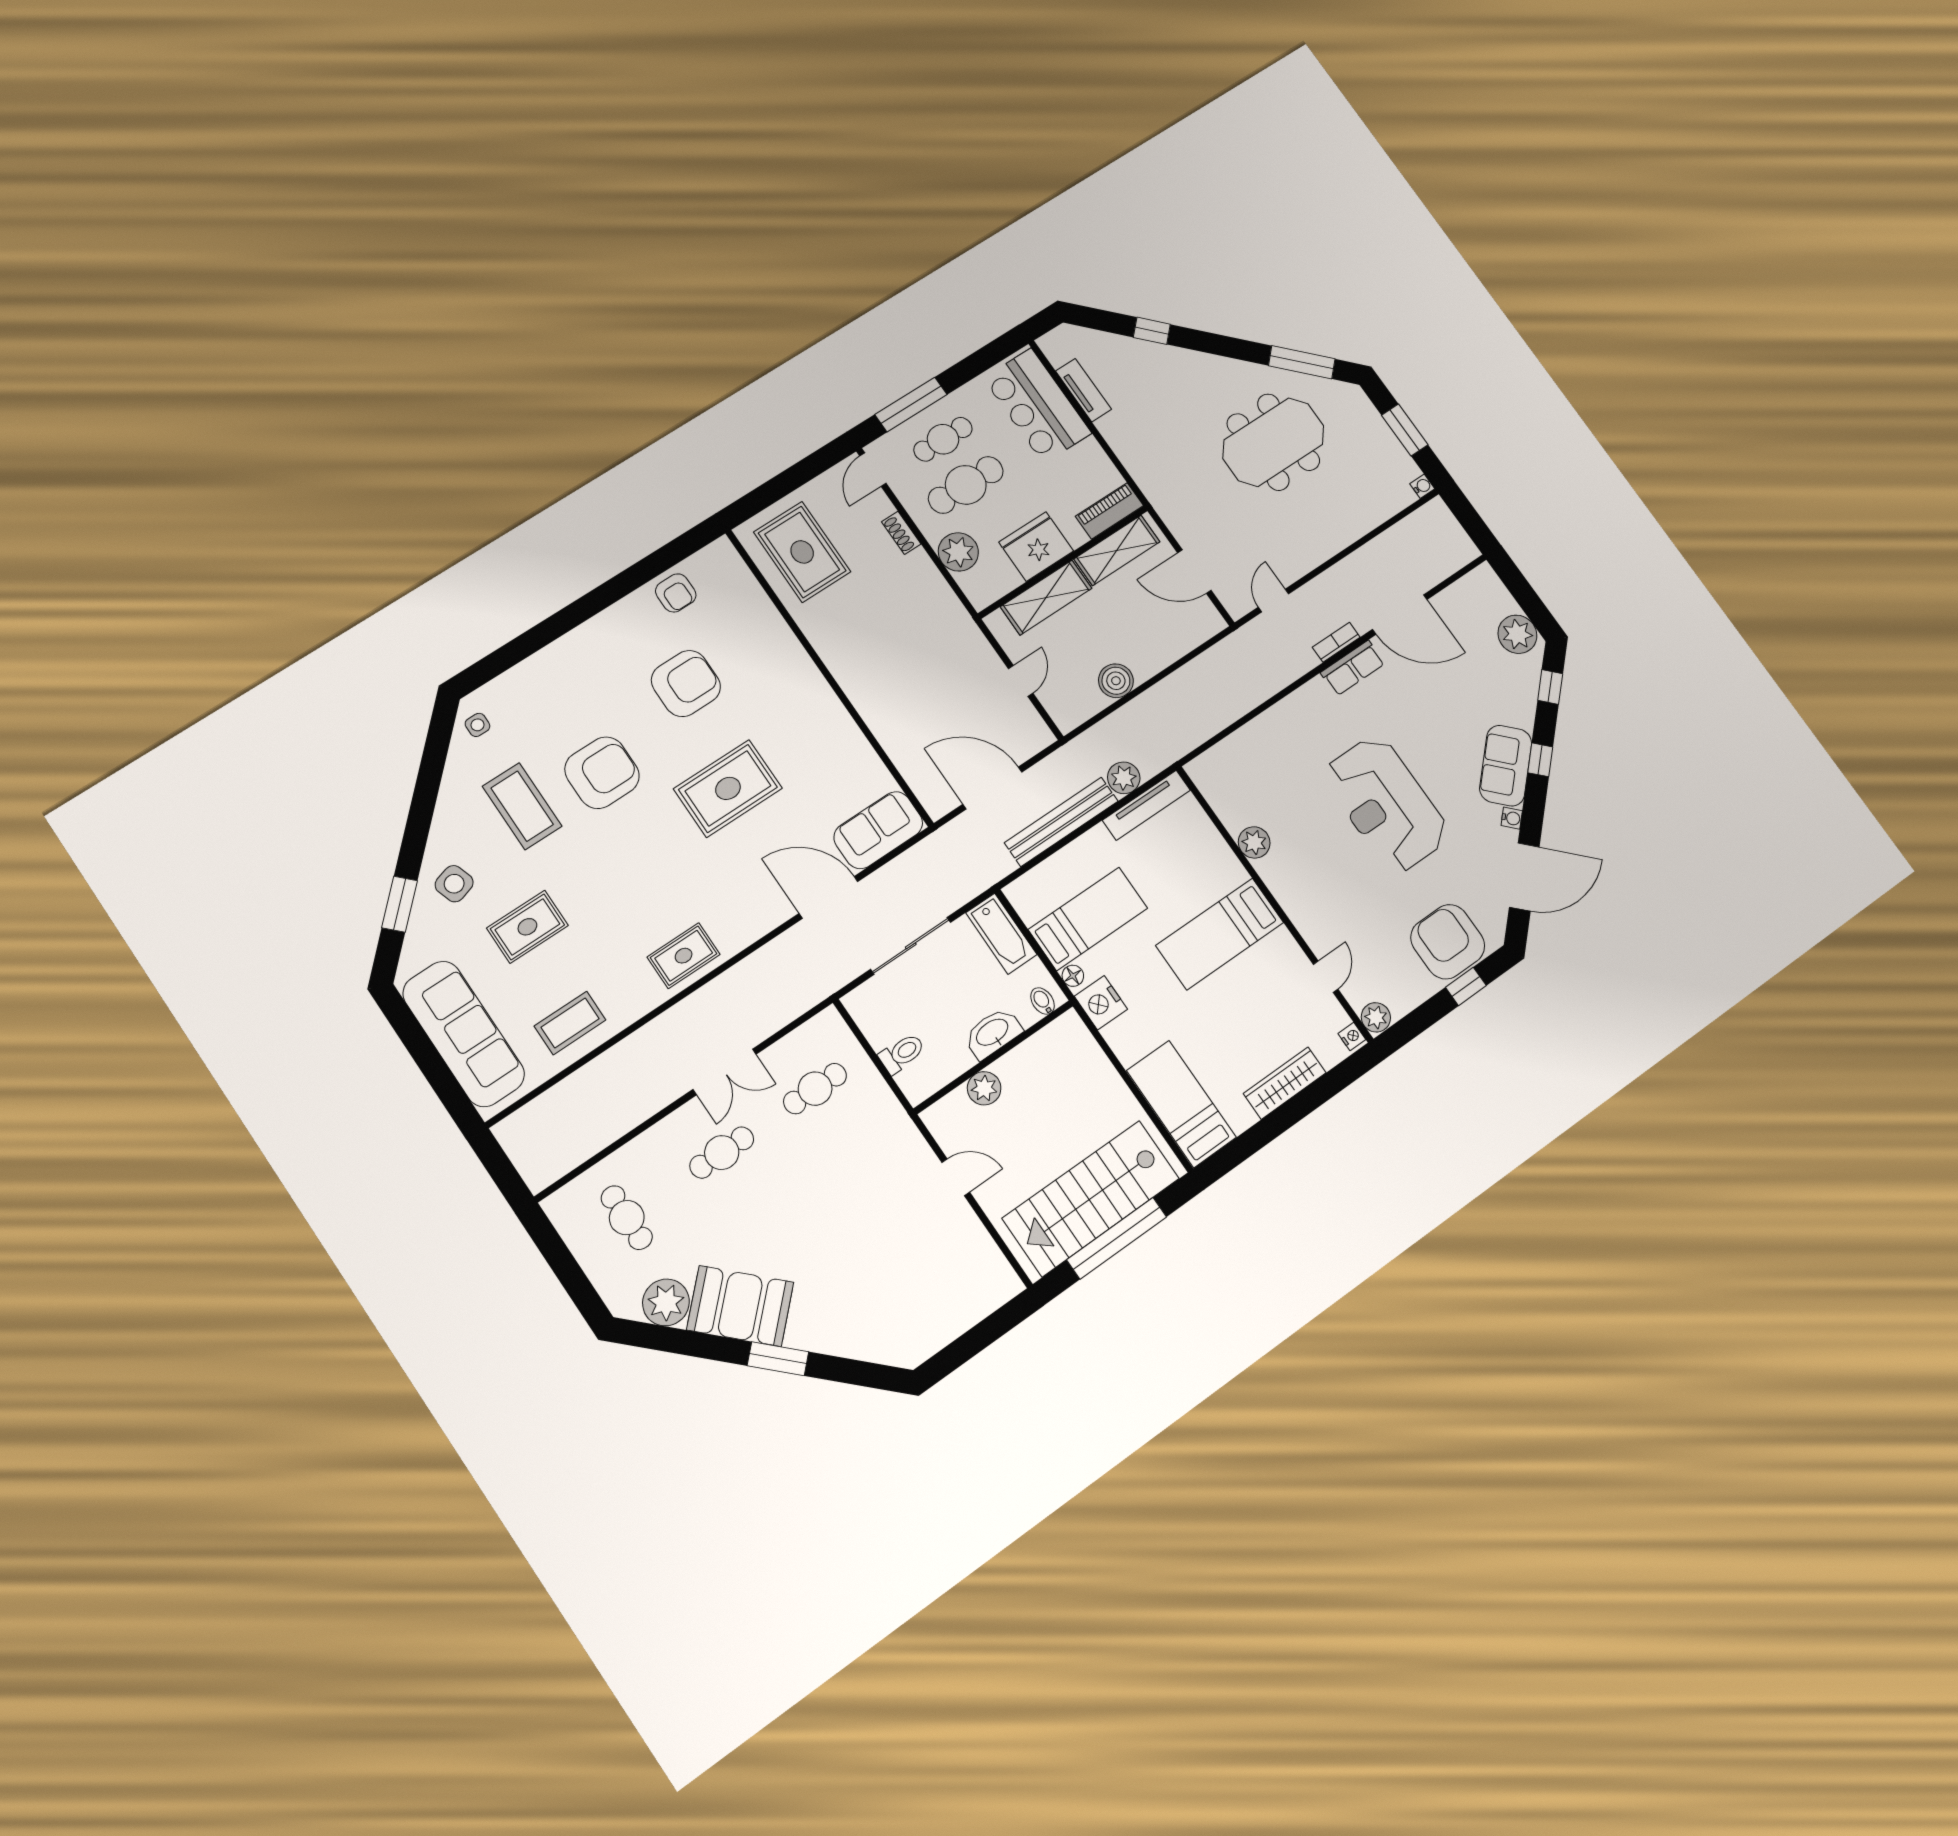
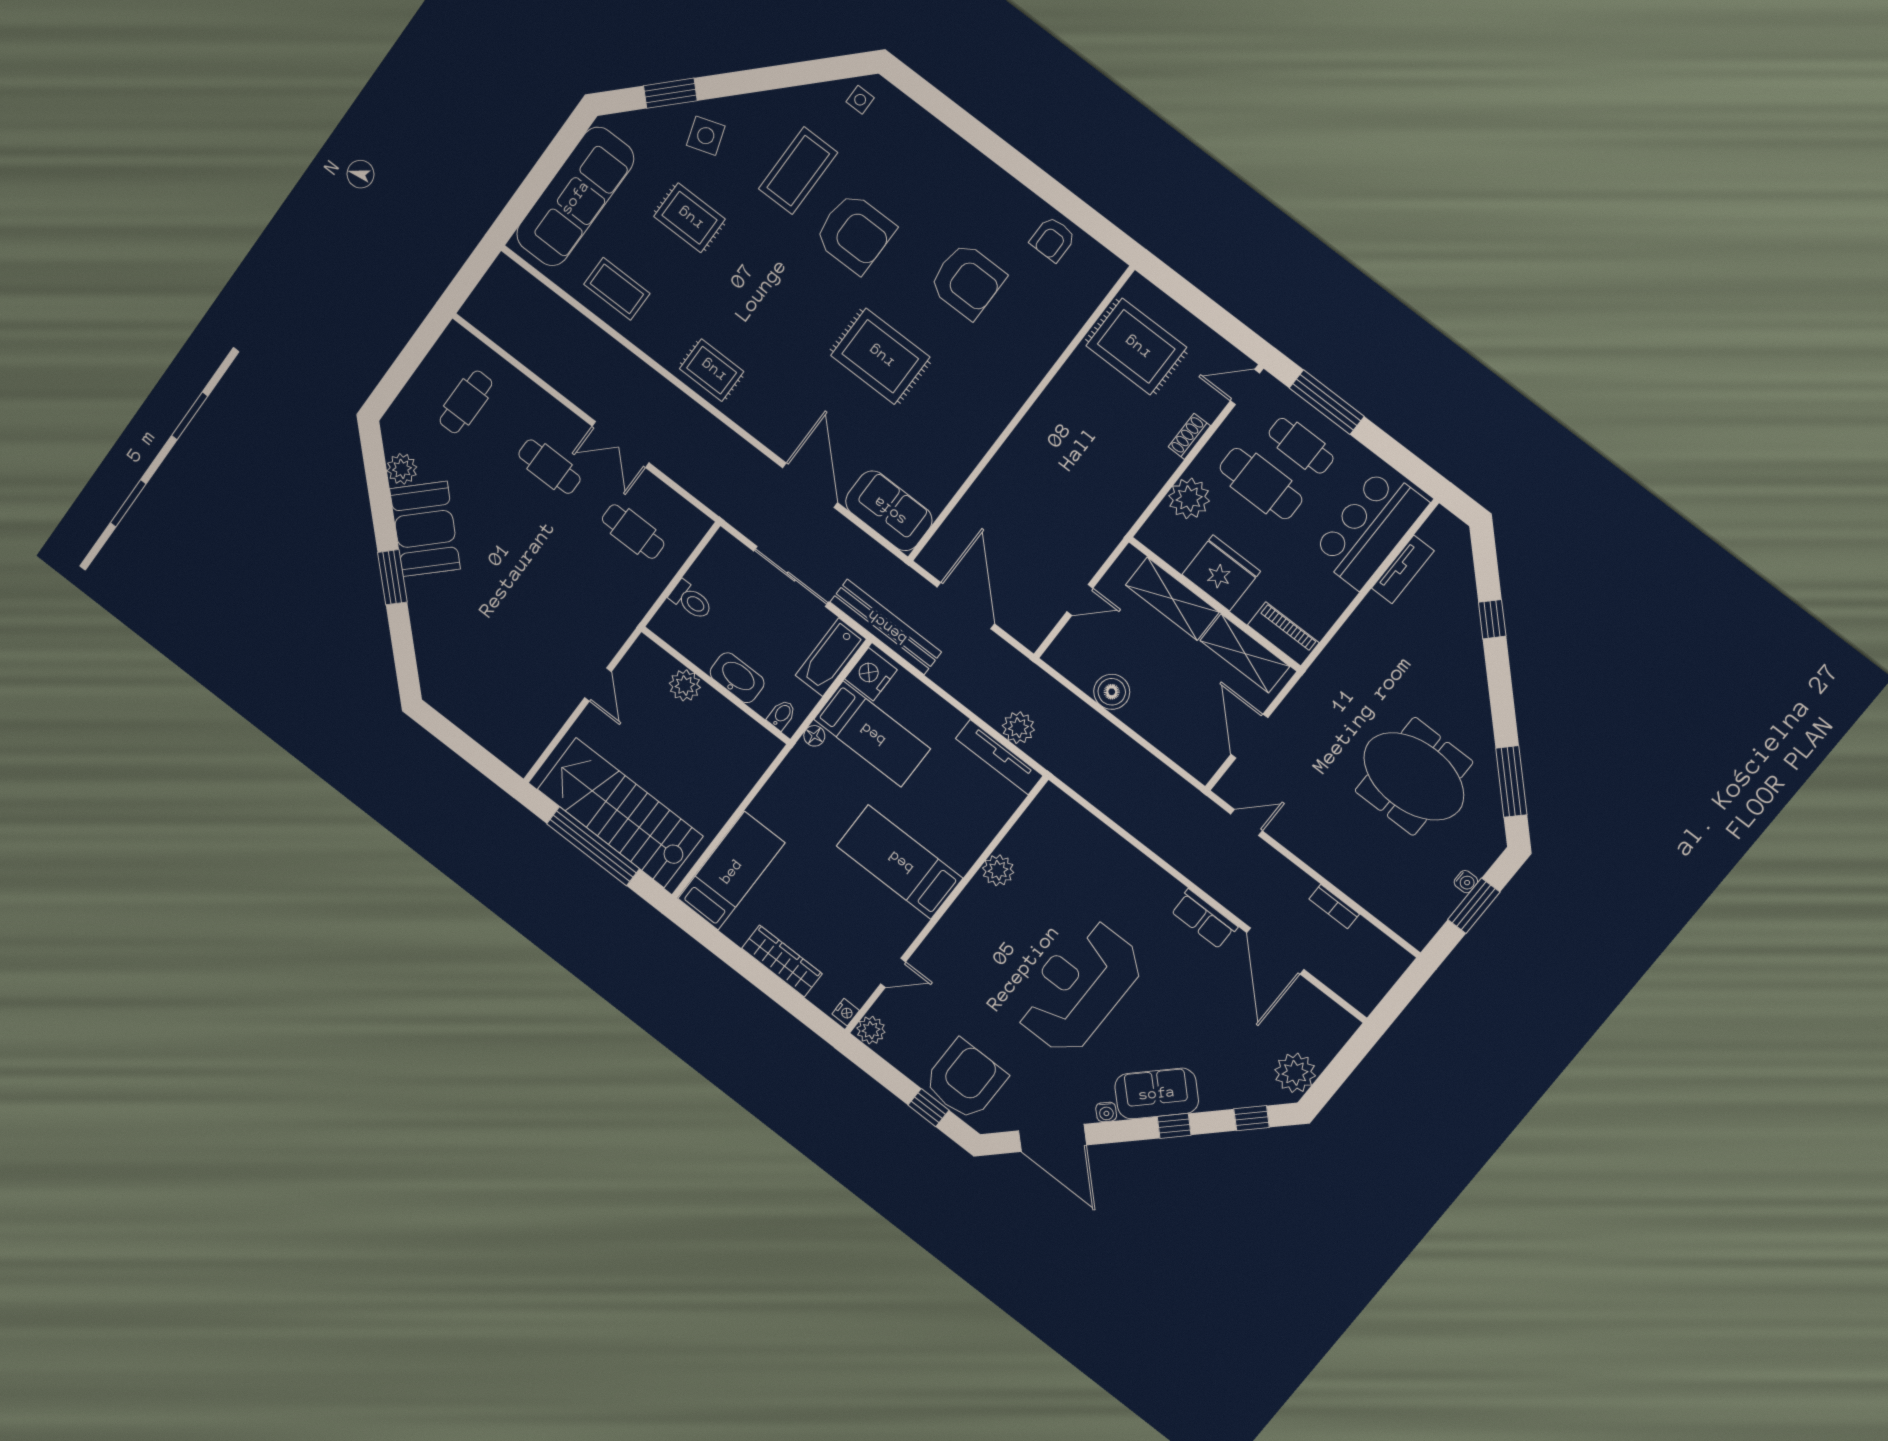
water cooler: (1422, 486) -> (1466, 882), moved
rug: (802, 552) -> (1136, 347), turned 90
bookcase: (1336, 642) -> (1334, 907), moved, turned 180
bench: (1061, 822) -> (886, 627), moved
nightstand: (1101, 1003) -> (871, 674), moved
plant: (666, 1302) -> (402, 469), width x0.73, depth x0.73

